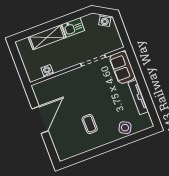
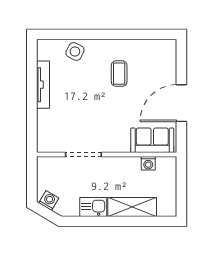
sofa: (122, 67) -> (152, 140), moved, turned -90

